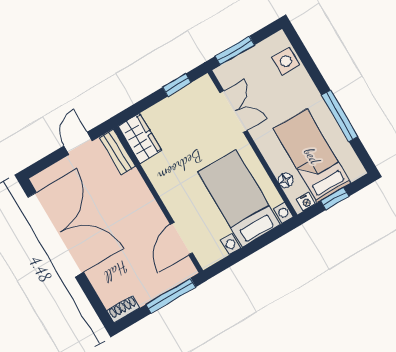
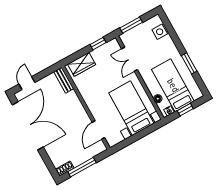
double door: (234, 111) -> (130, 59), swing flipped
window: (340, 116) -> (189, 63), width x0.69
wardrobe: (140, 138) -> (82, 64), moved, turned 90
door: (78, 143) -> (27, 83), moved
window: (171, 296) -> (82, 167), moved

